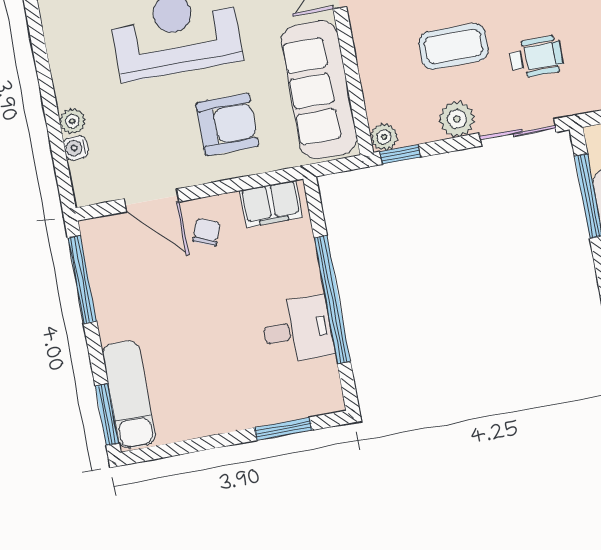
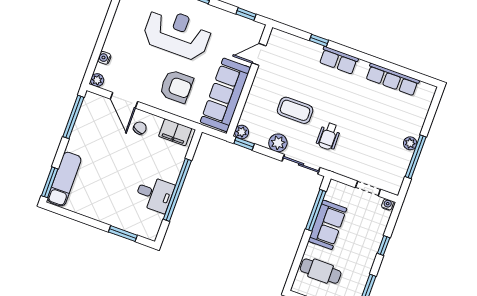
wheelchair: (536, 57) -> (328, 136), turned 90
plant: (72, 121) -> (97, 80), moved

